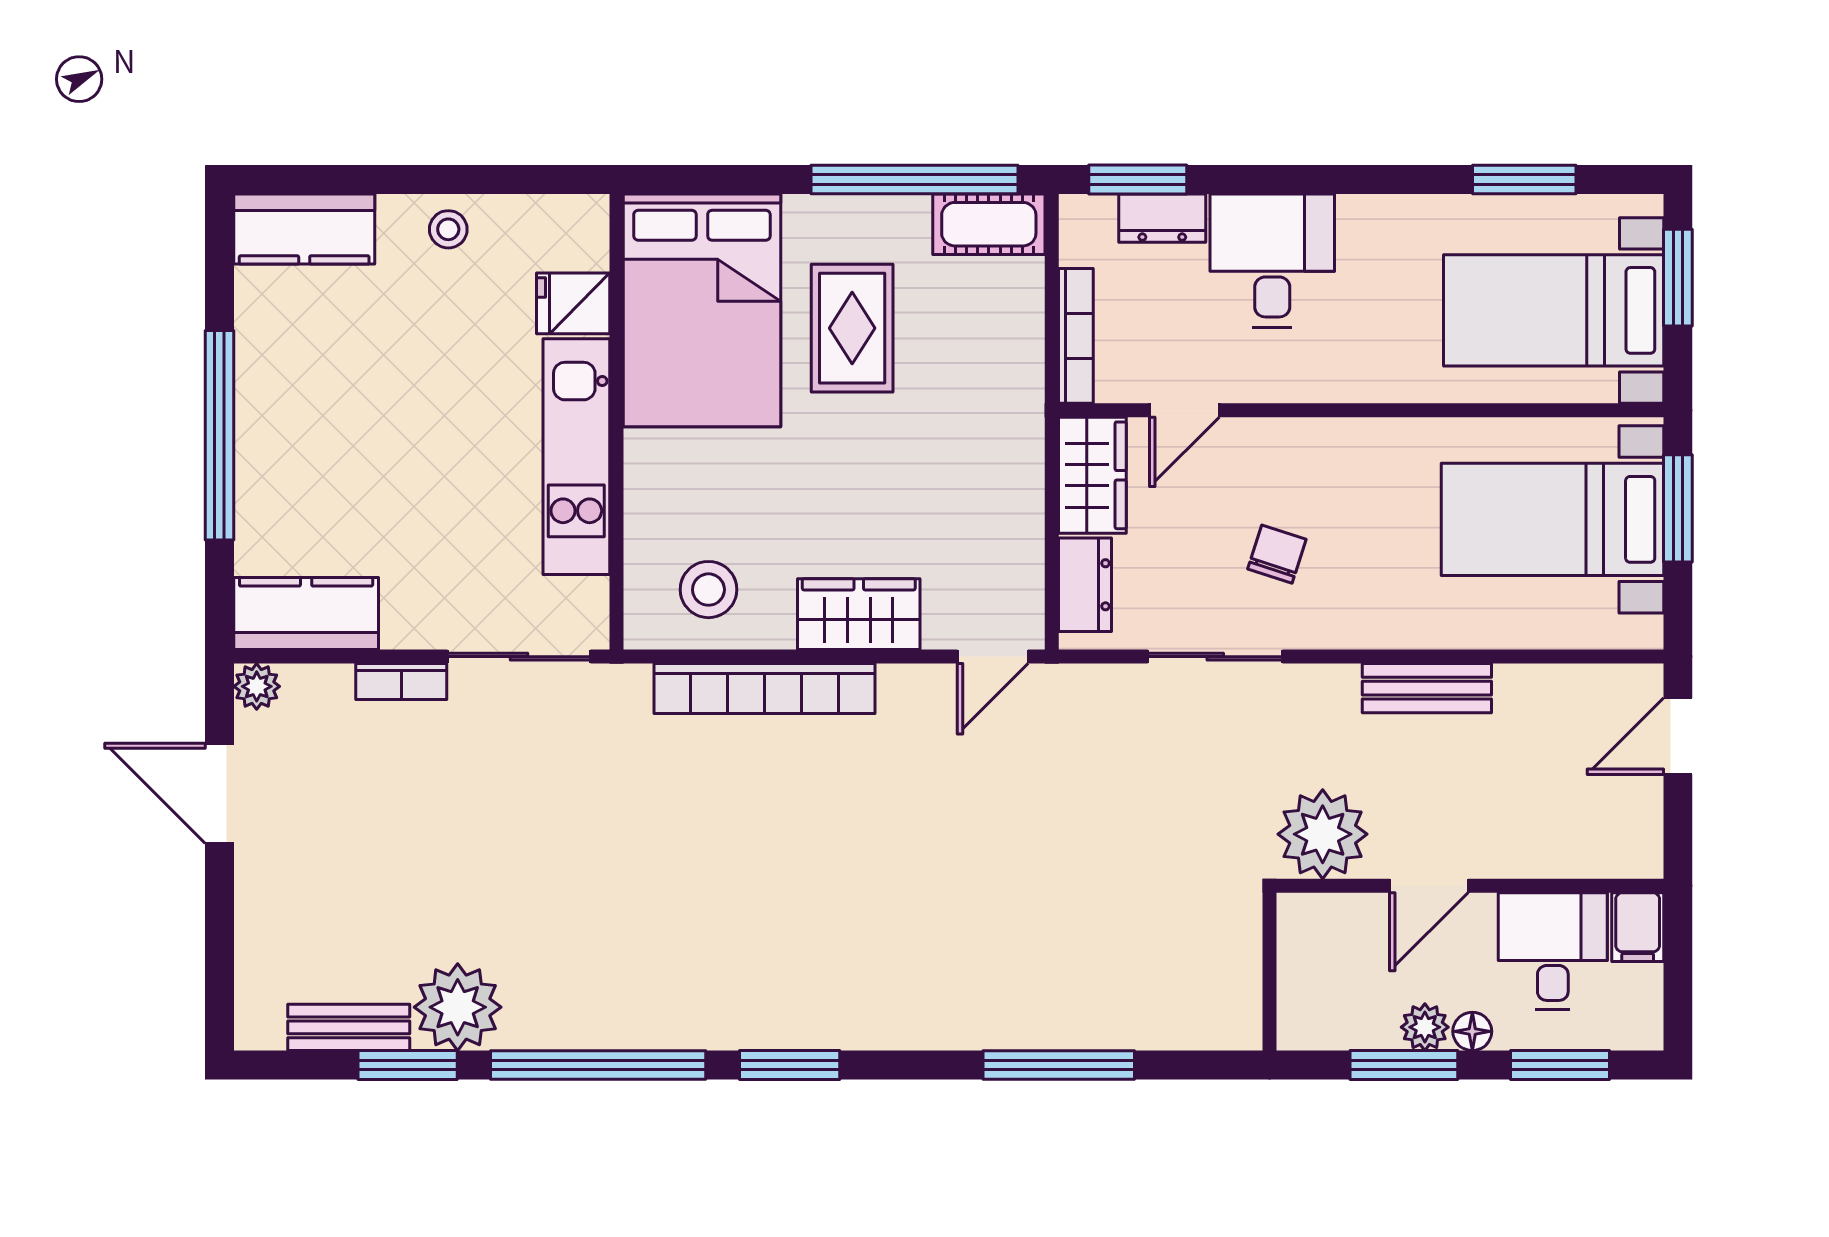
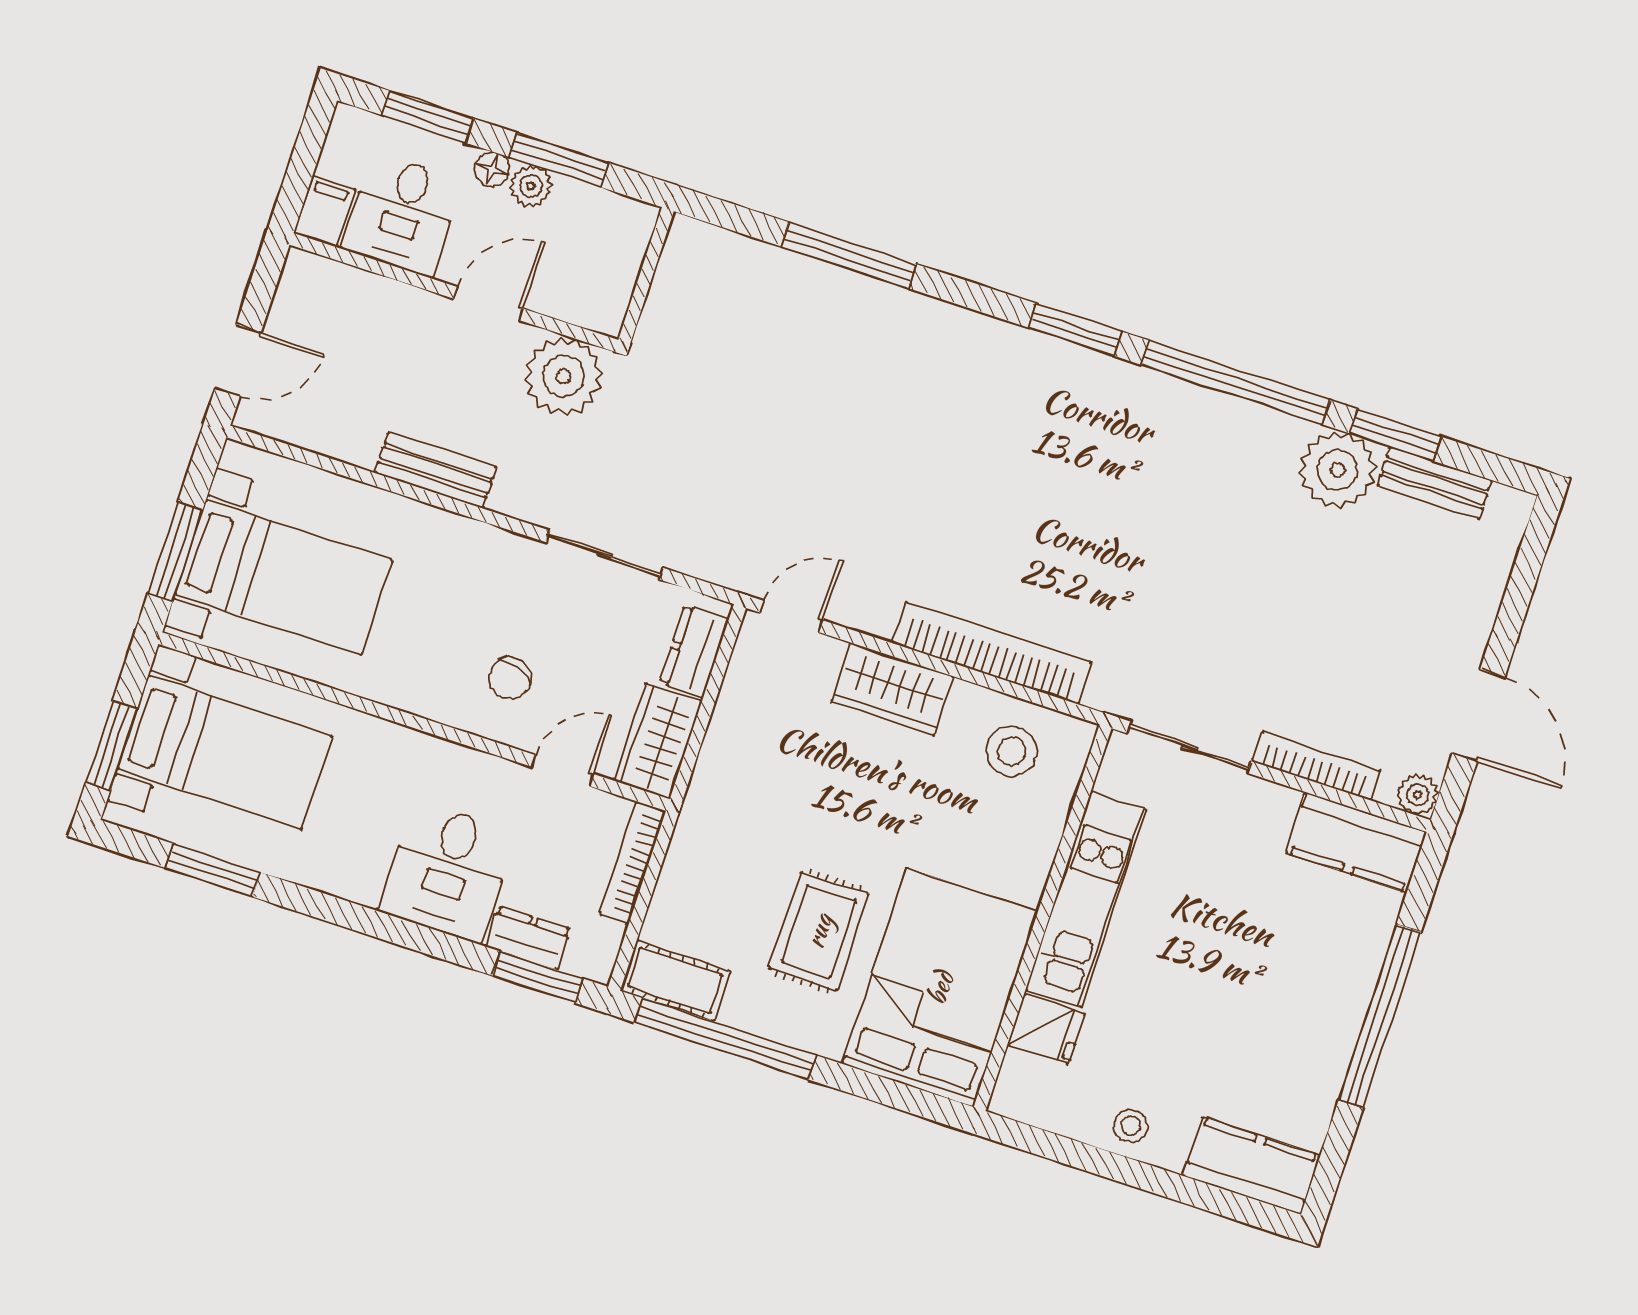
chair: (1277, 554) -> (510, 678), moved
bookcase: (401, 682) -> (1316, 766), width x1.56

